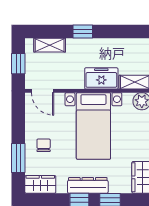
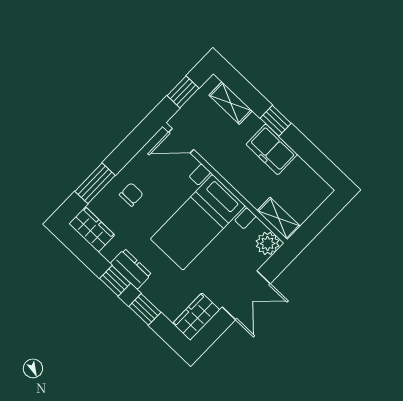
freezer: (101, 78) -> (272, 149), moved, turned 180
door: (43, 91) -> (181, 141), hinge flipped
dresser: (88, 185) -> (131, 269), width x0.70

